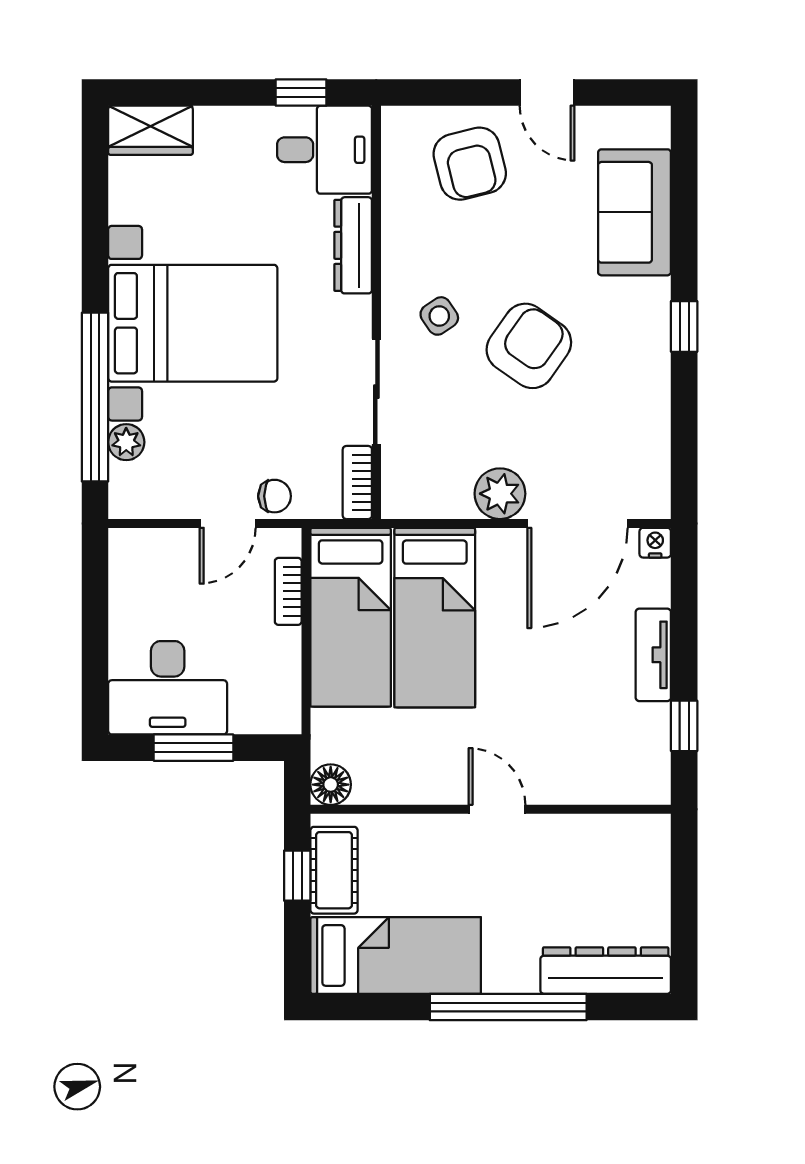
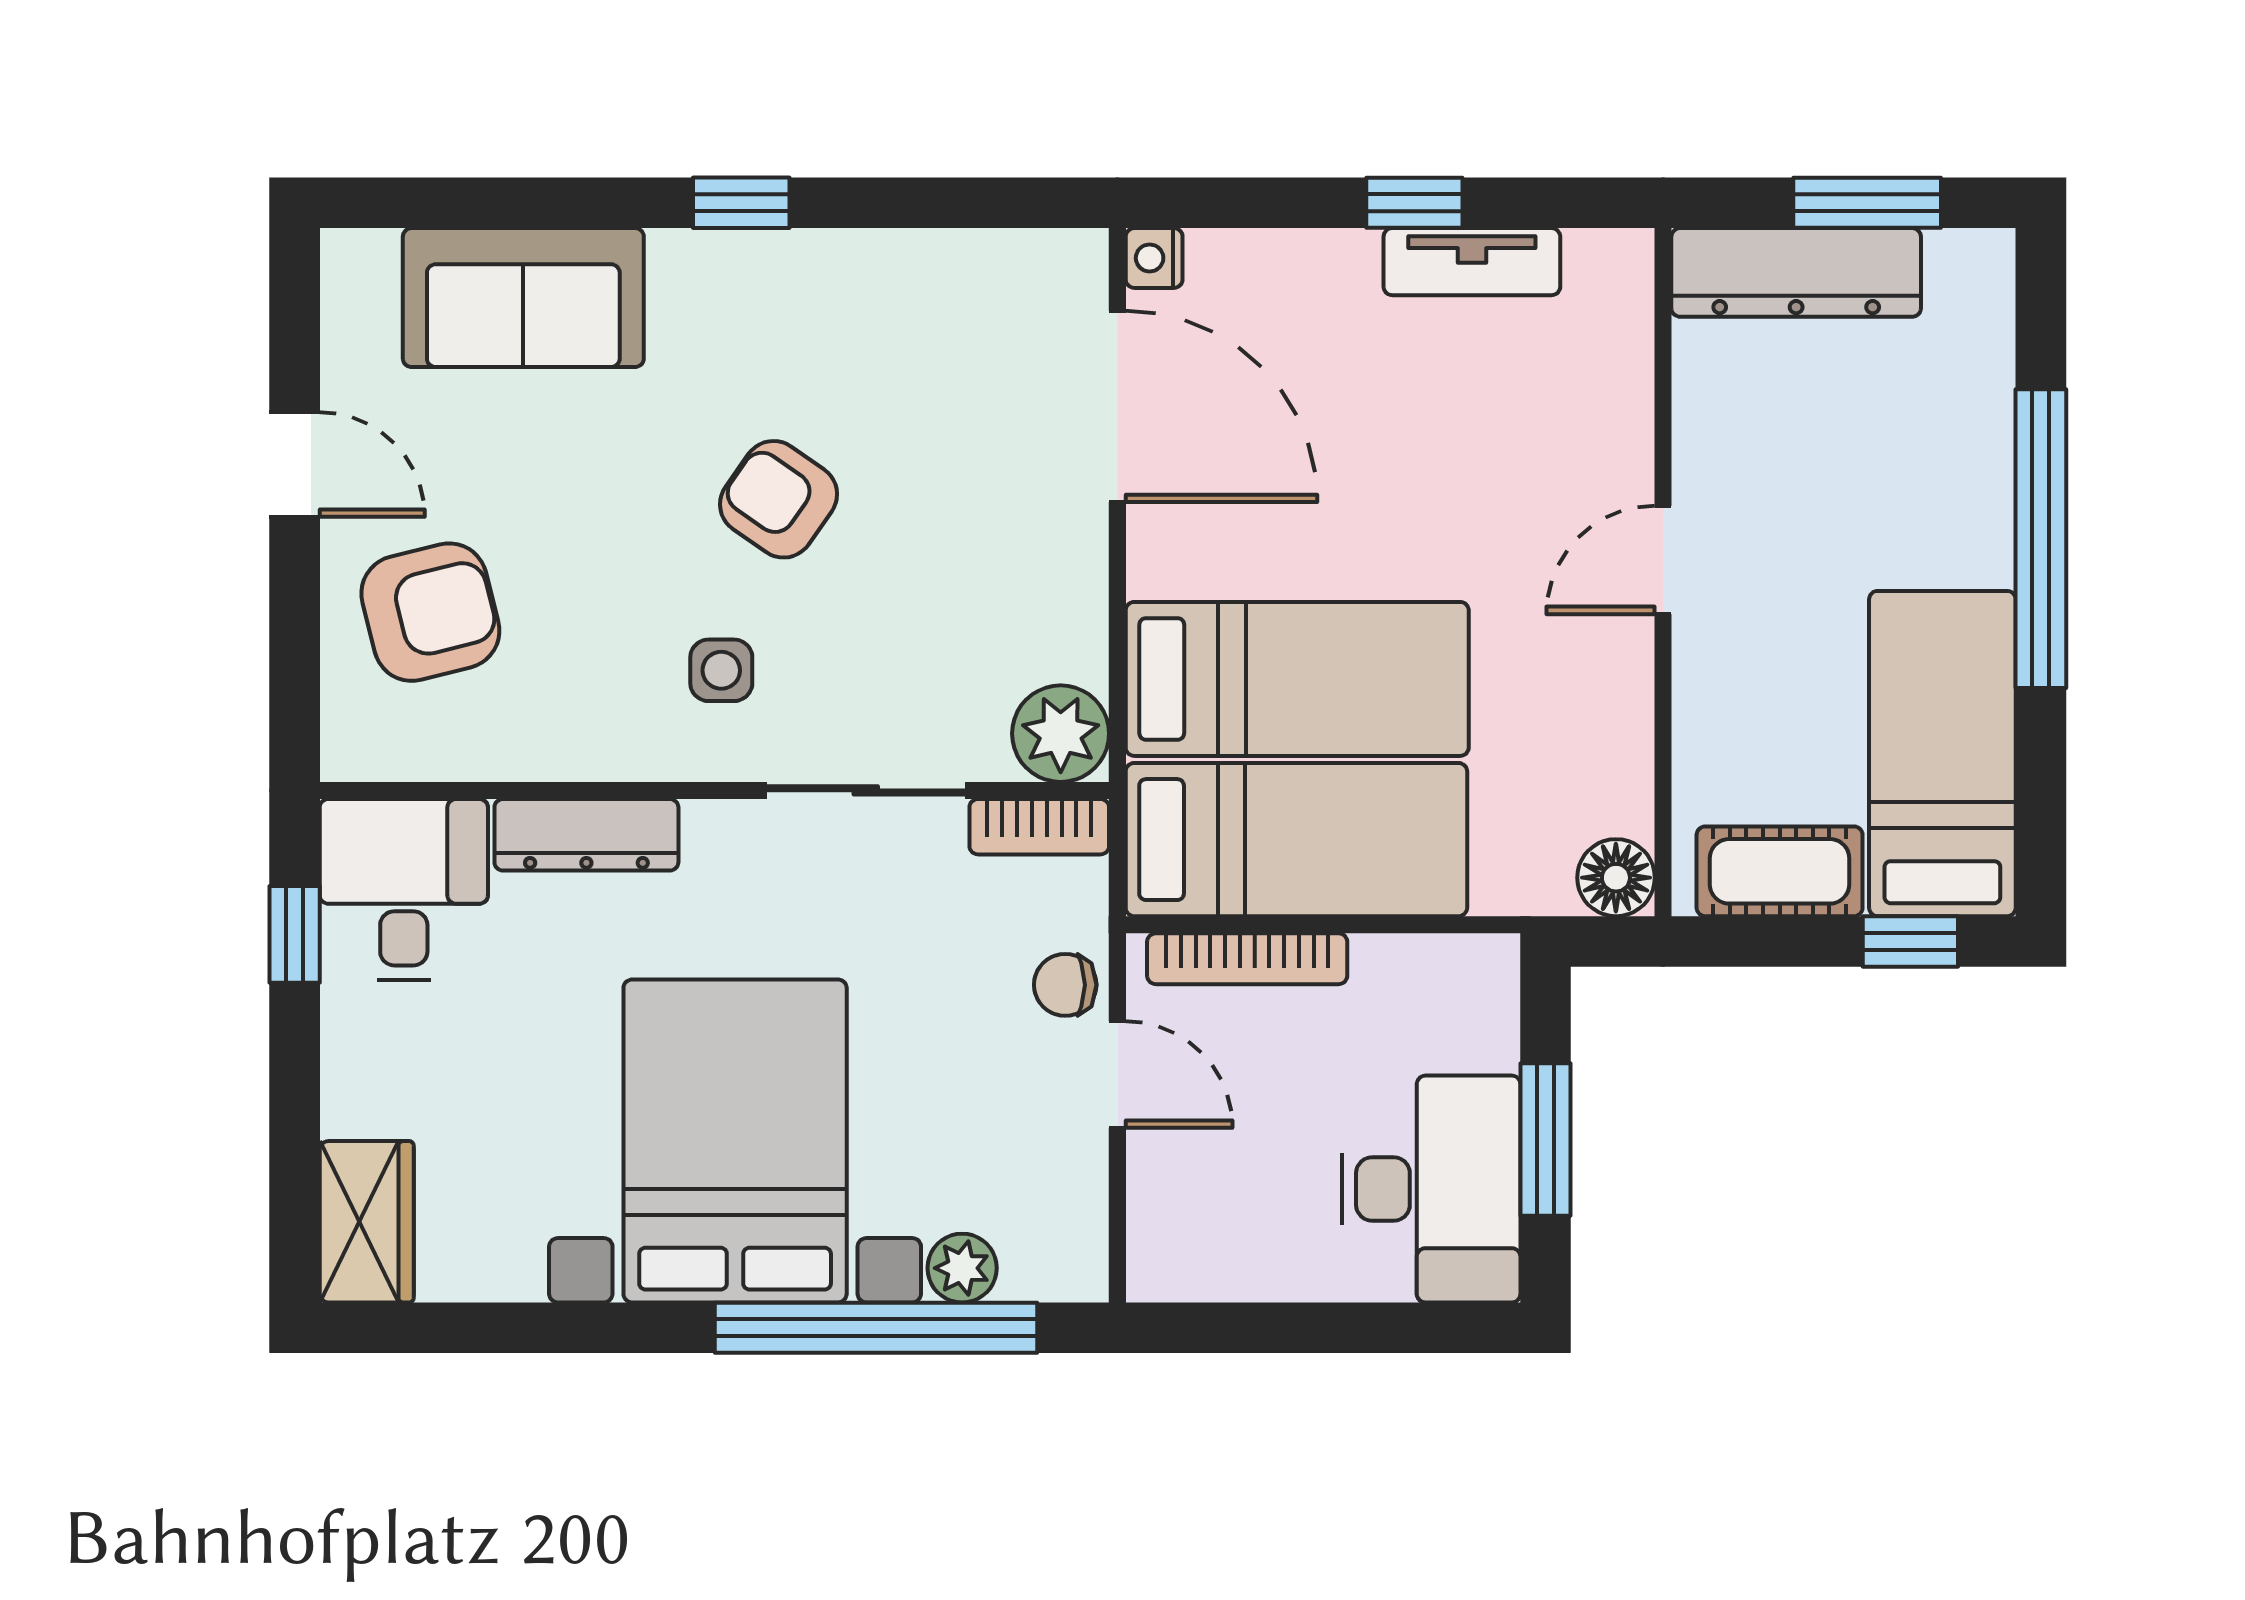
door: (547, 93) -> (295, 464), hinge flipped
side table: (439, 316) -> (721, 670), turned 34
armchair: (529, 346) -> (779, 499), width x0.72, depth x0.72
plant: (500, 494) -> (1061, 734), moved
chair: (275, 496) -> (1065, 985), turned -90
bookcase: (288, 591) -> (1247, 959), width x1.56
tv unit: (653, 655) -> (1472, 262), moved
window: (684, 726) -> (1414, 203), moved
window: (297, 876) -> (1910, 942), moved
window: (684, 916) -> (1867, 203), added
dresser: (606, 971) -> (1796, 272), moved, turned -90

